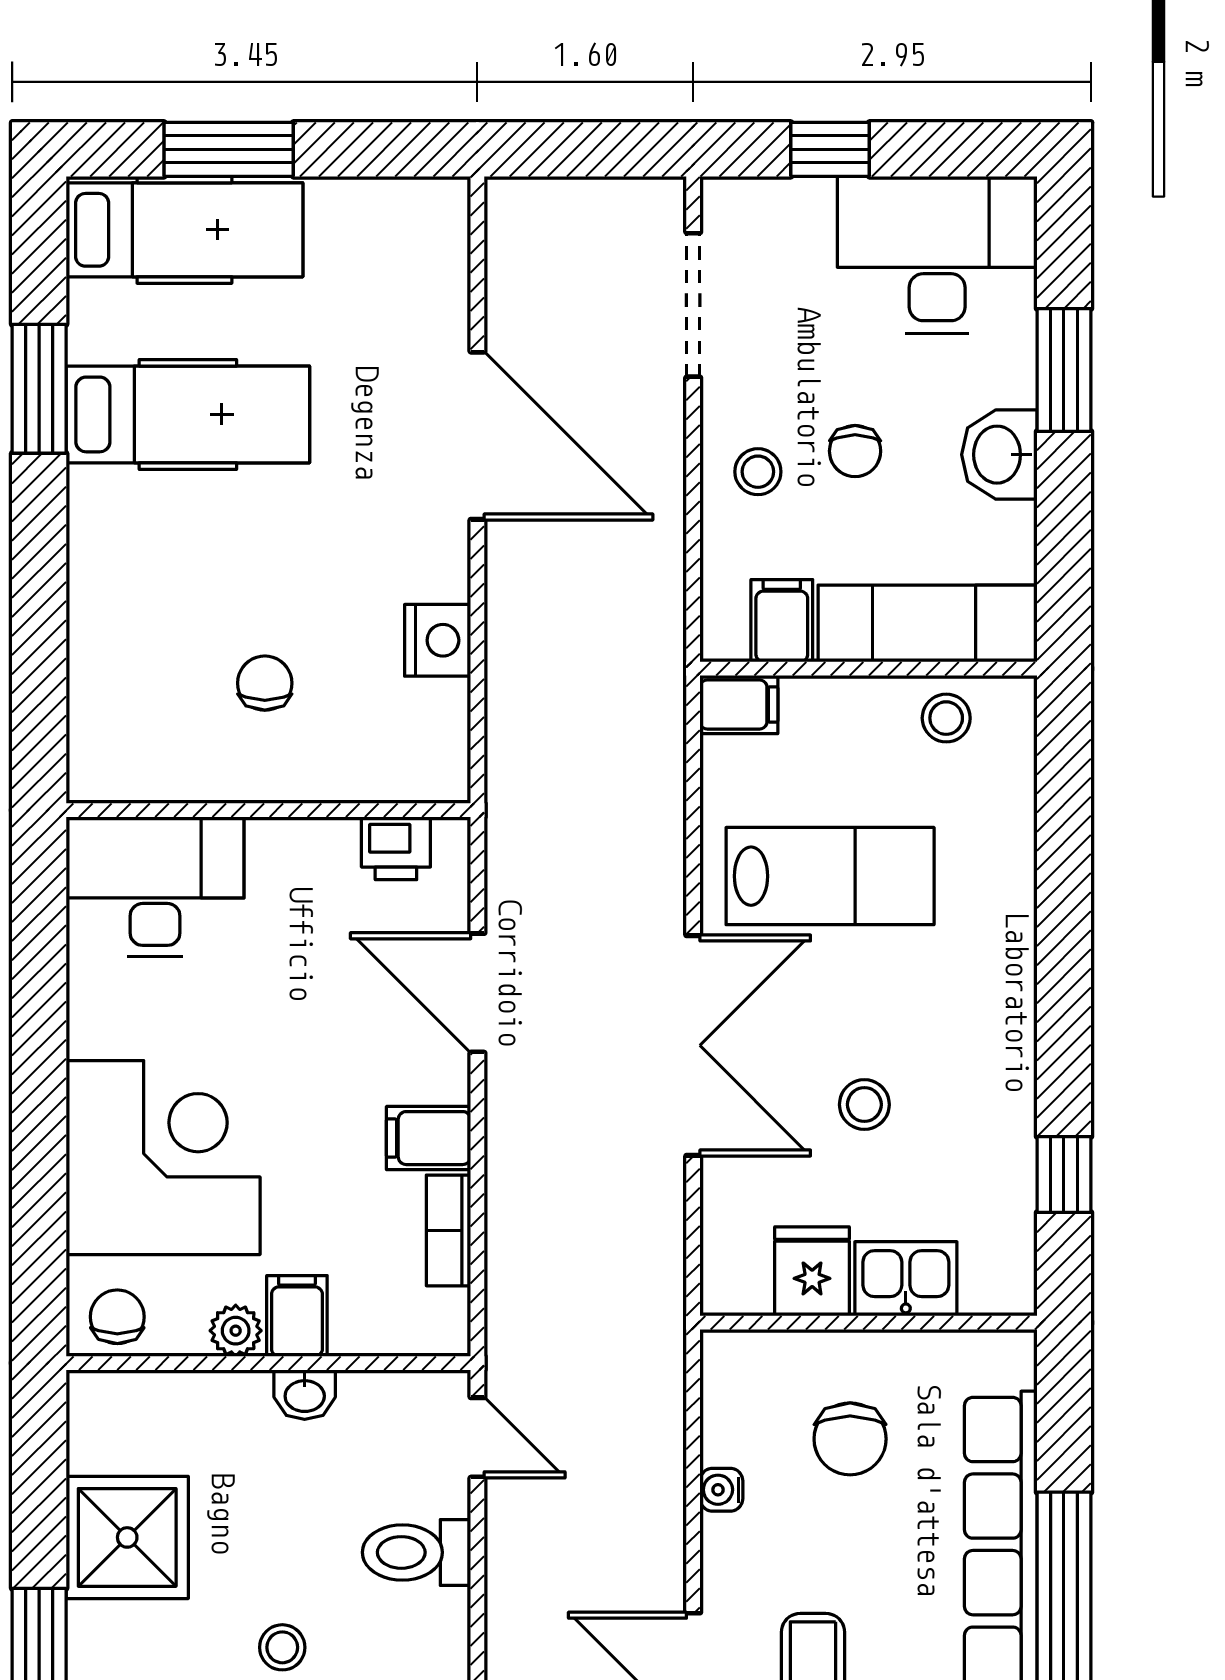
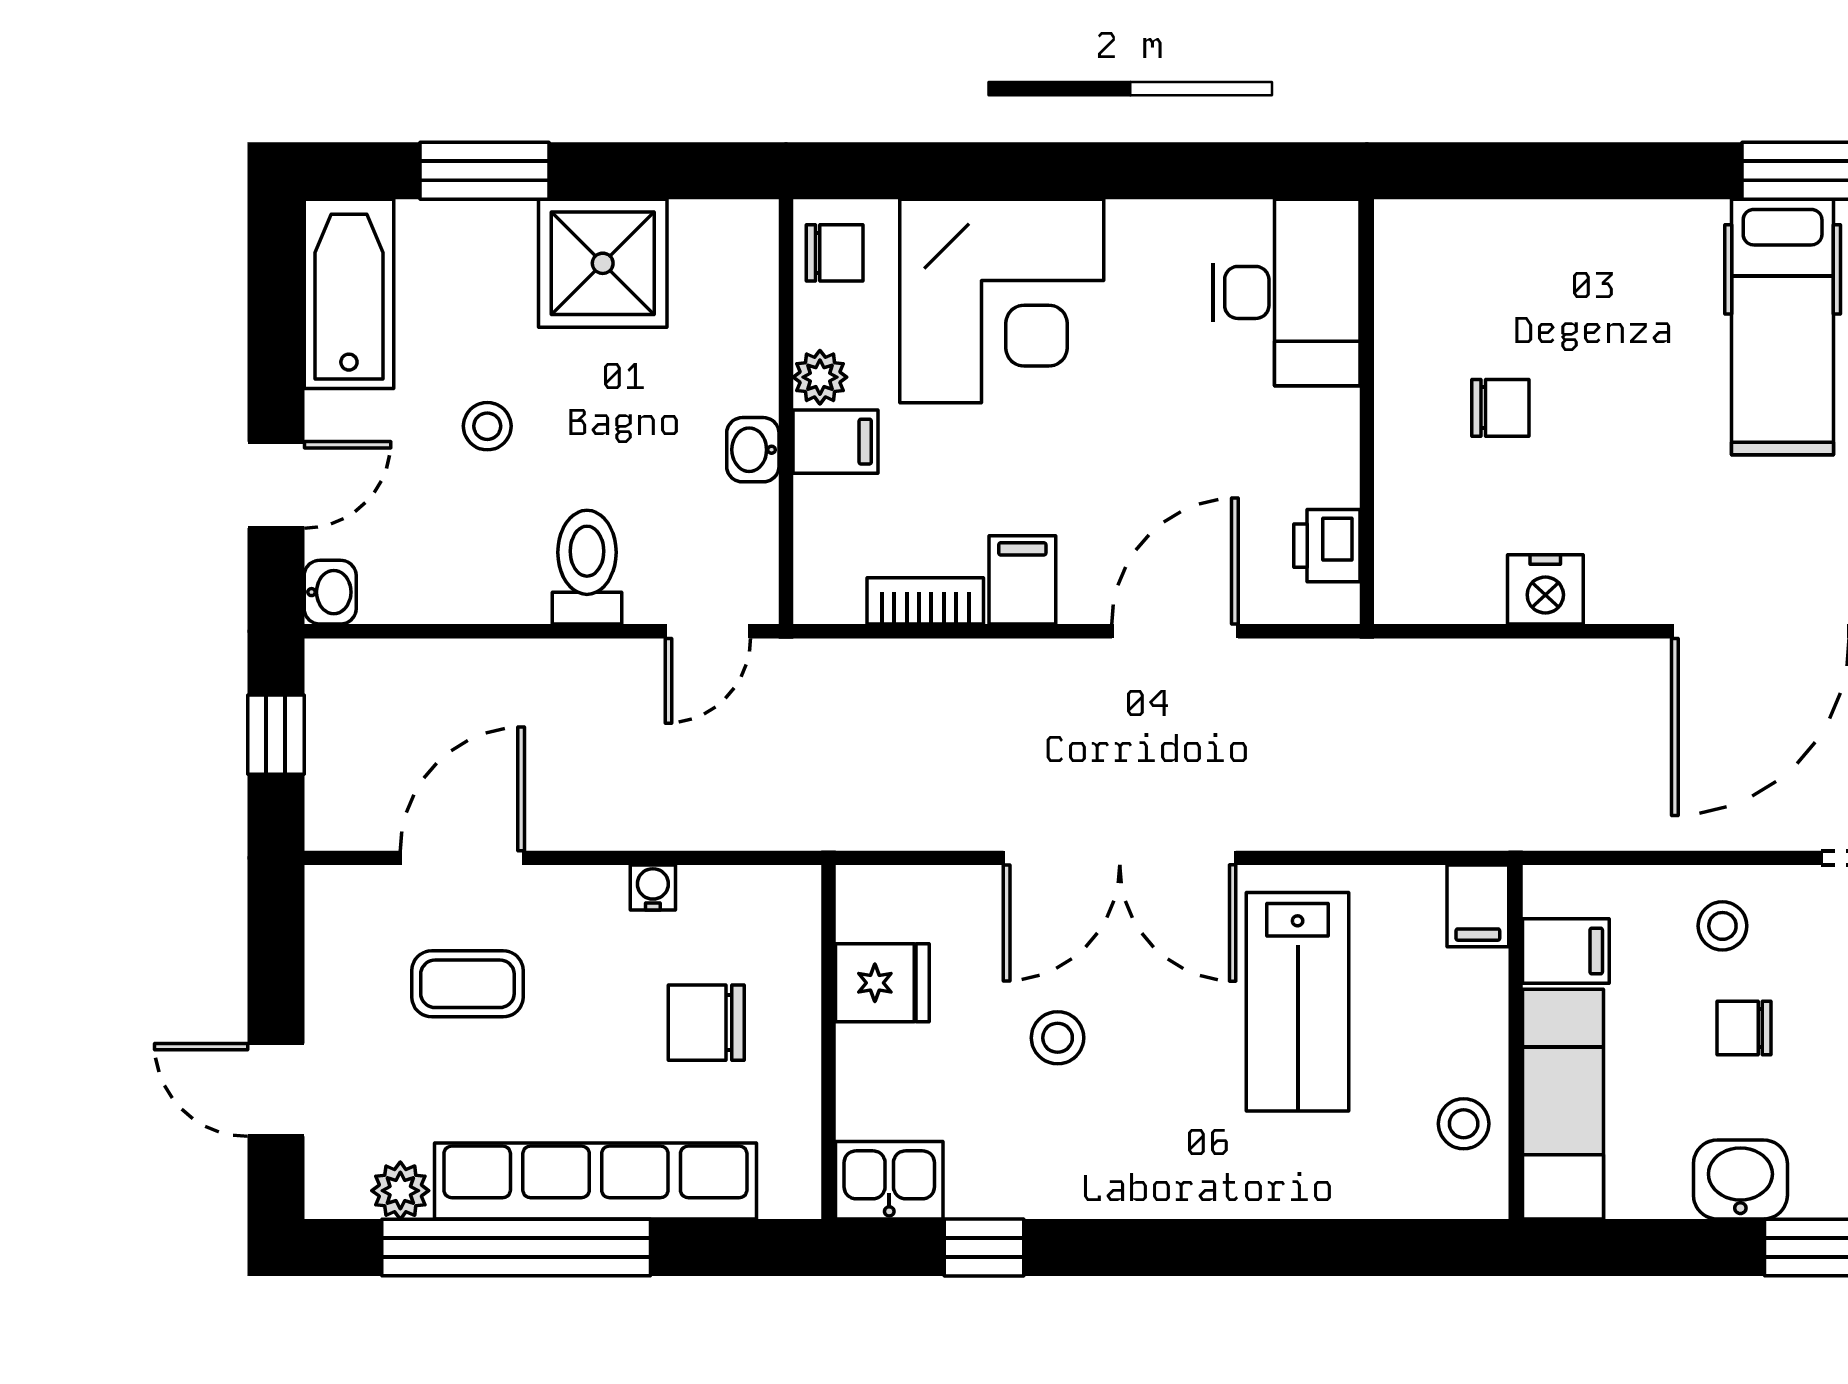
kitchen sink: (906, 1279) -> (889, 1180), moved, turned -90

